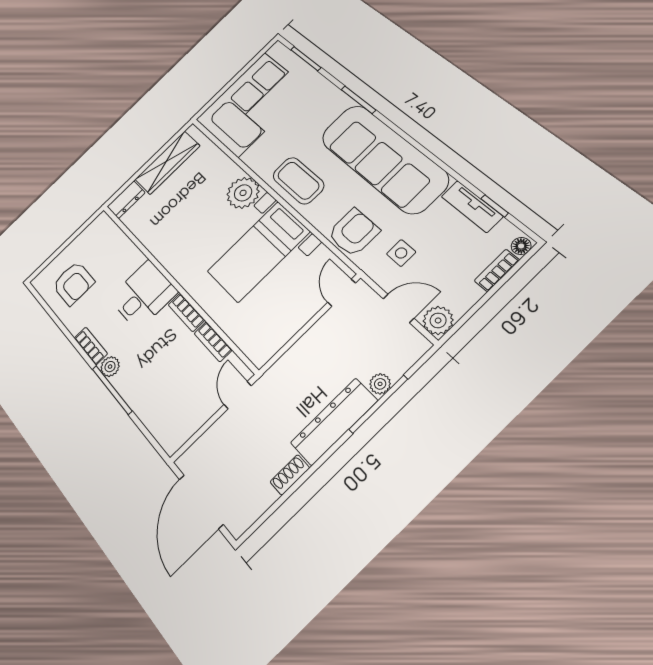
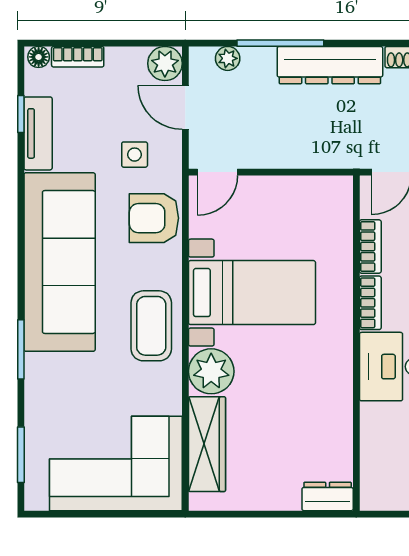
wardrobe: (167, 163) -> (207, 444), moved, turned 90
plant: (380, 384) -> (228, 58), moved

